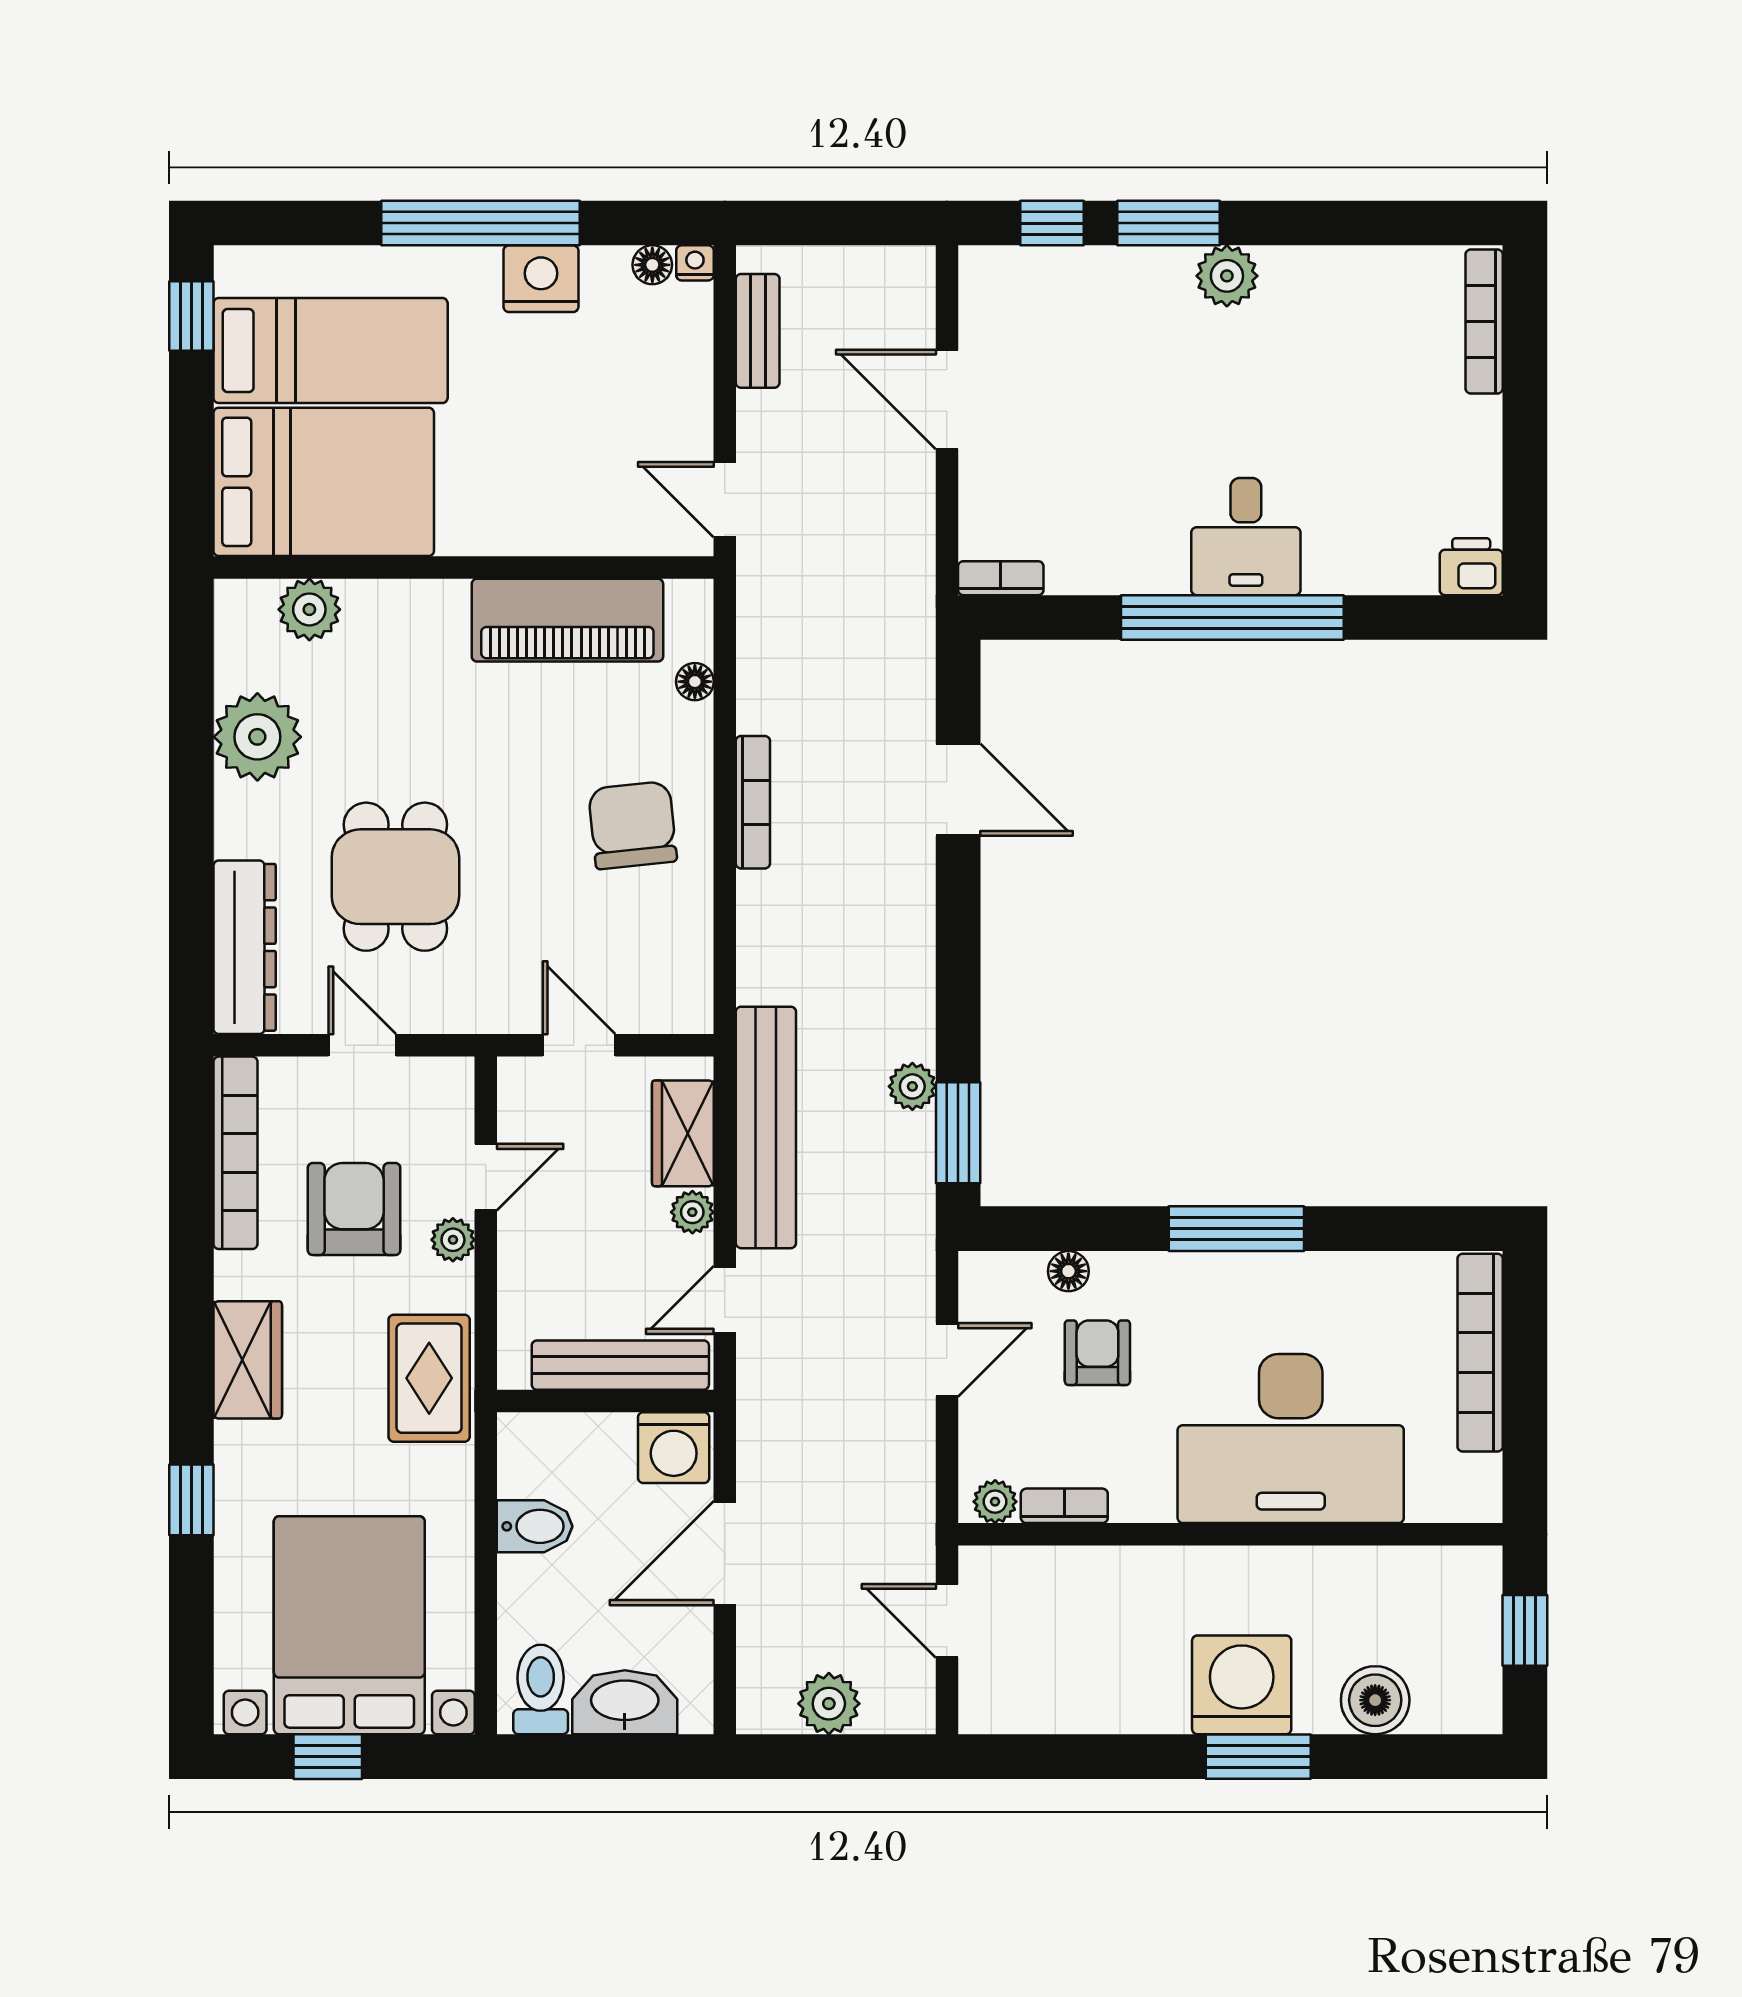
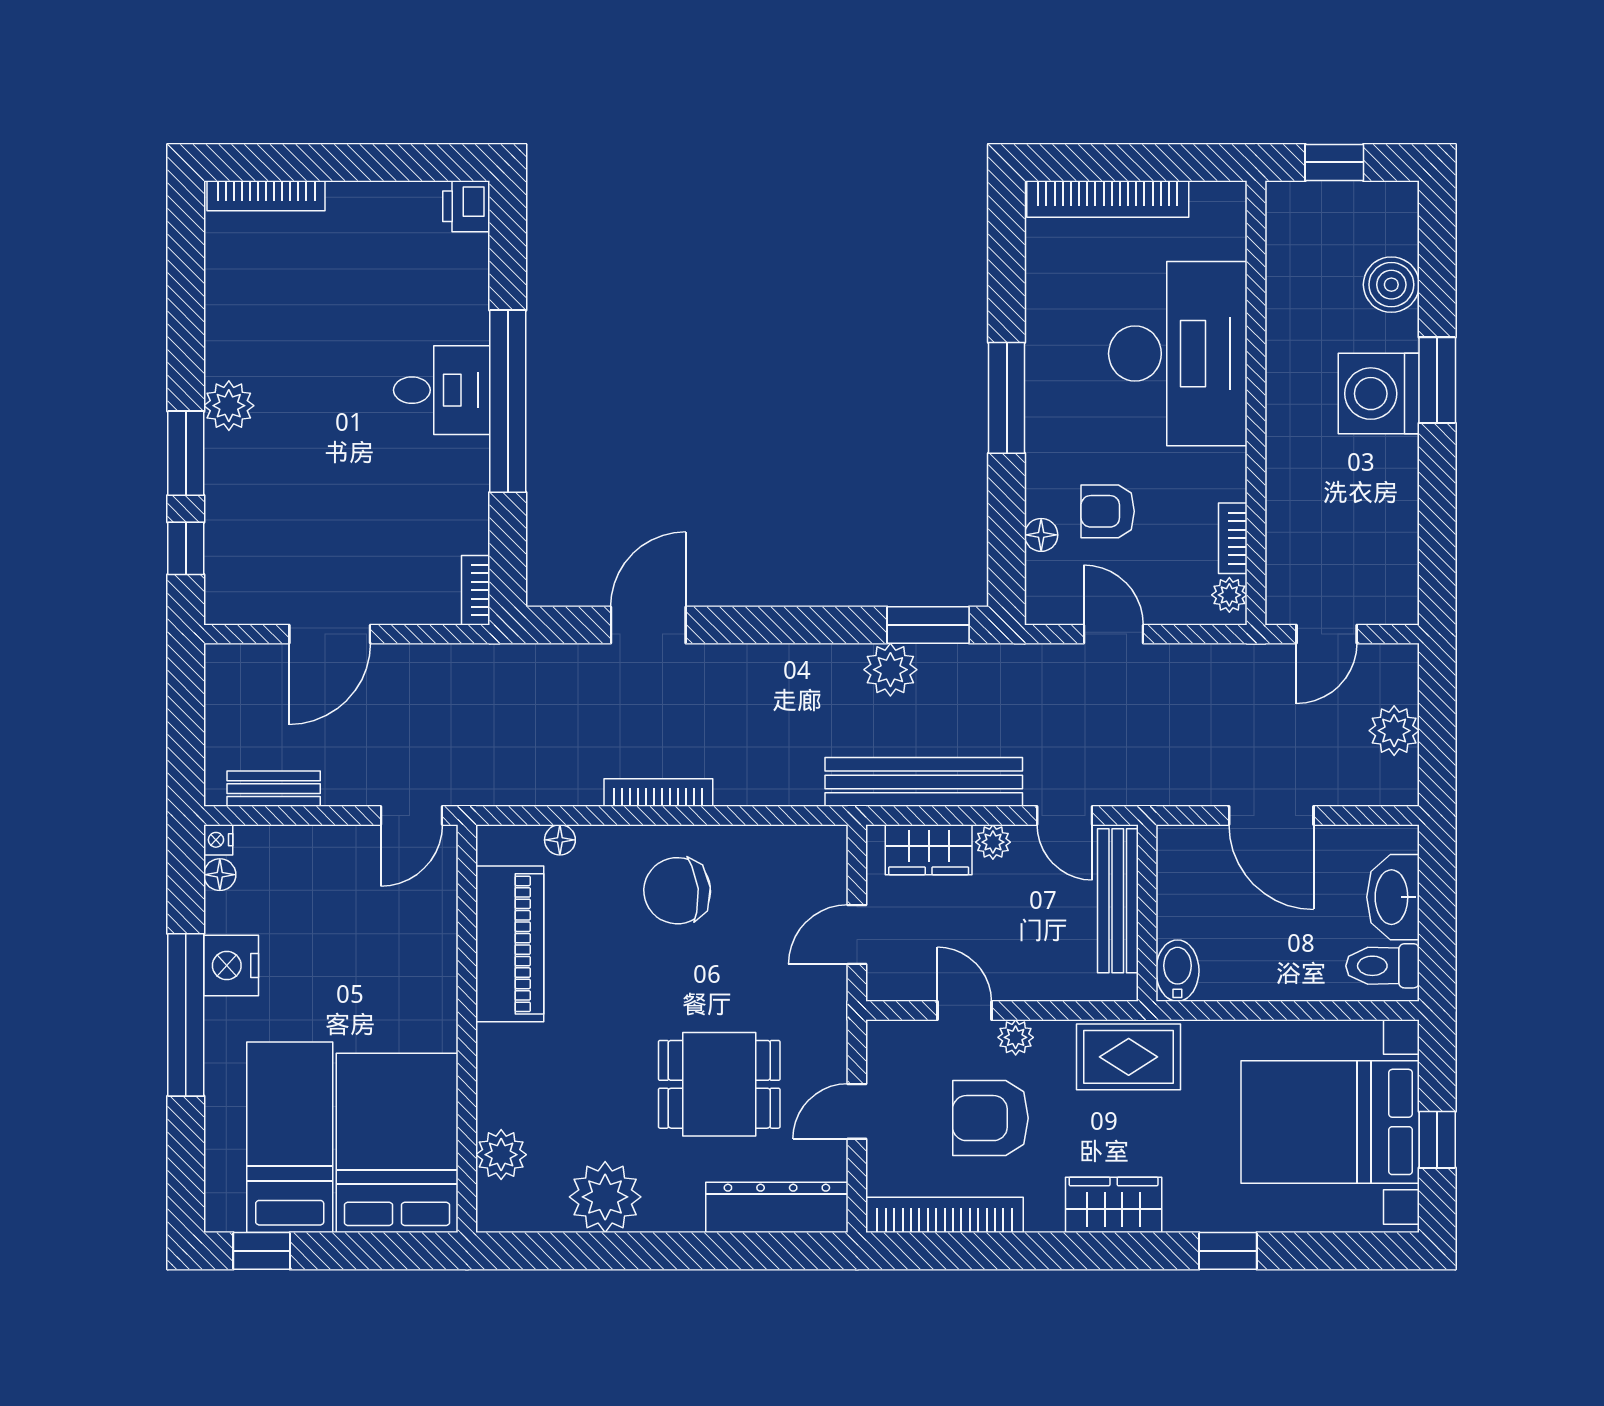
plant: (912, 1086) -> (890, 670), width x1.38, depth x1.38
washing machine: (674, 1448) -> (1185, 857), removed
bidet: (535, 1526) -> (1177, 971), moved

